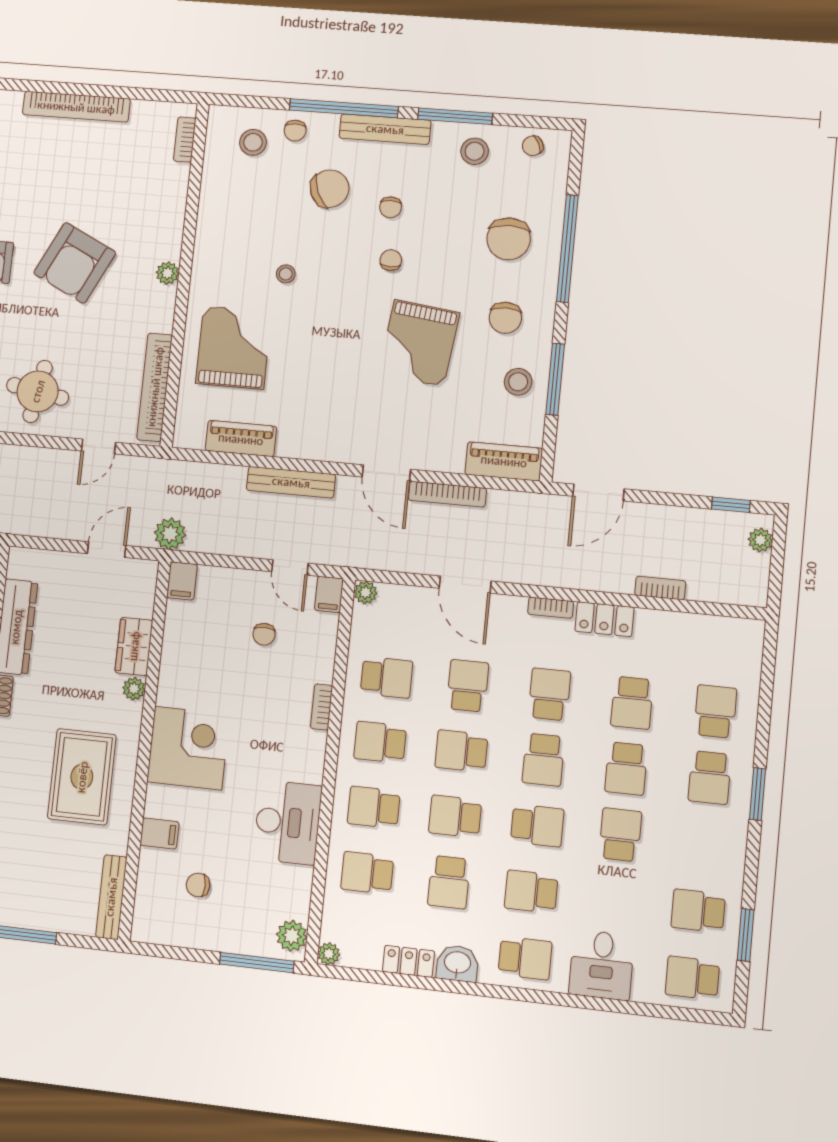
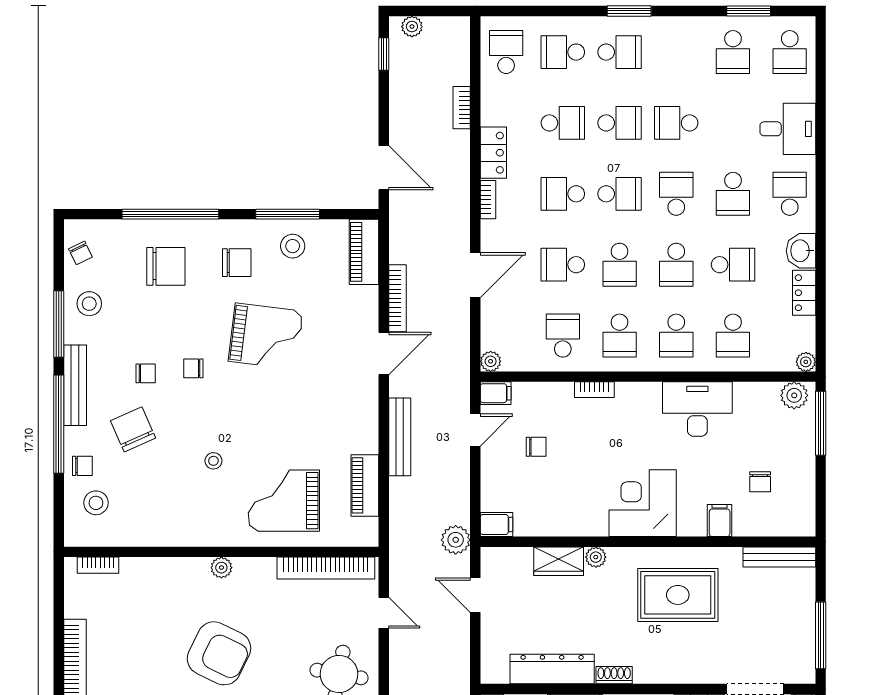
school desk: (721, 646) -> (506, 52), added

